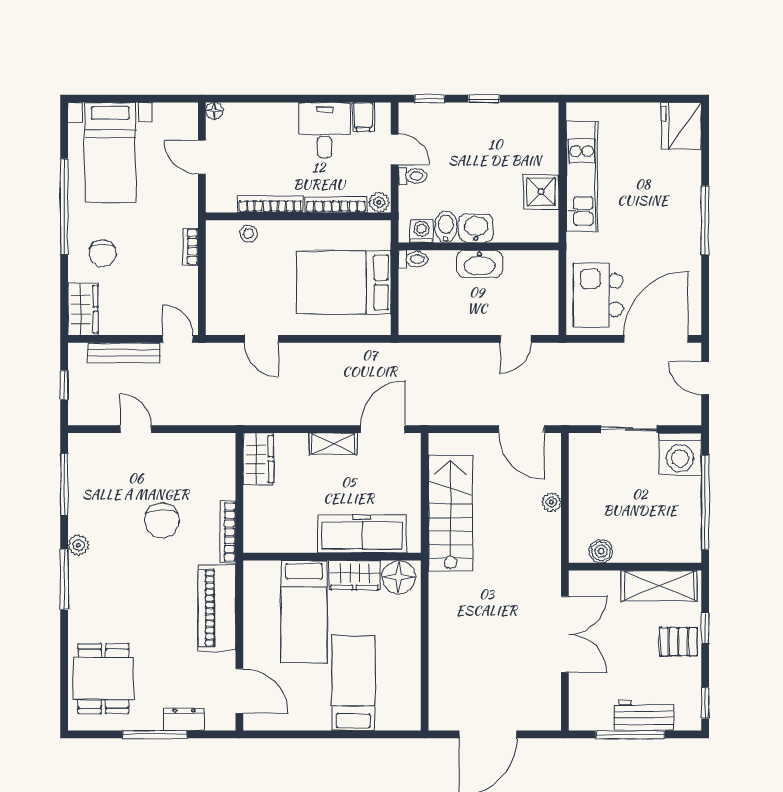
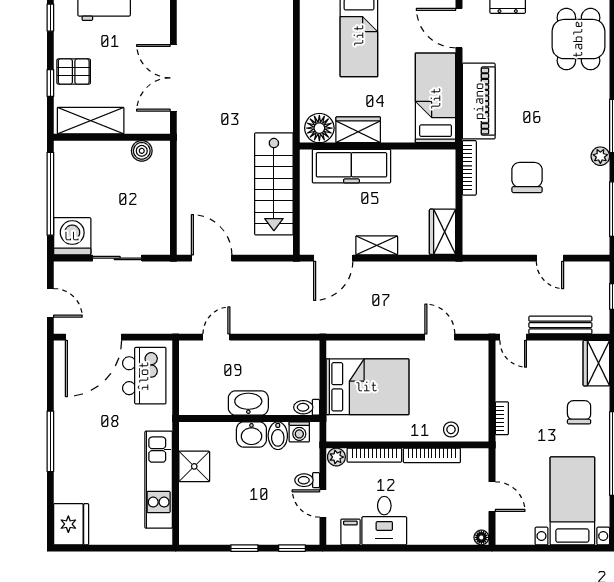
plant: (552, 502) -> (185, 194), removed
bed: (304, 612) -> (436, 98), moved

